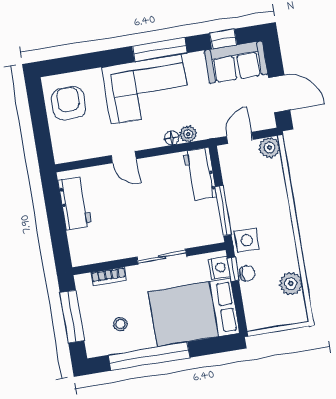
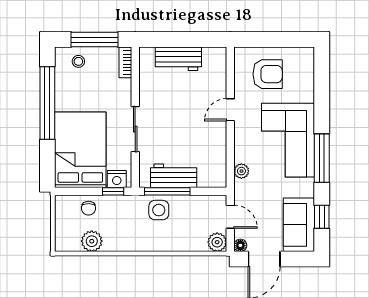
armchair: (69, 103) -> (268, 74), moved
floor lamp: (172, 138) -> (240, 245), moved
workbench: (200, 174) -> (174, 176), moved
workbench: (75, 203) -> (178, 59), moved
side table: (247, 240) -> (159, 210), moved
chair: (247, 273) -> (89, 208), moved
bookcase: (109, 276) -> (125, 62), moved
stool: (120, 324) -> (78, 61), moved

